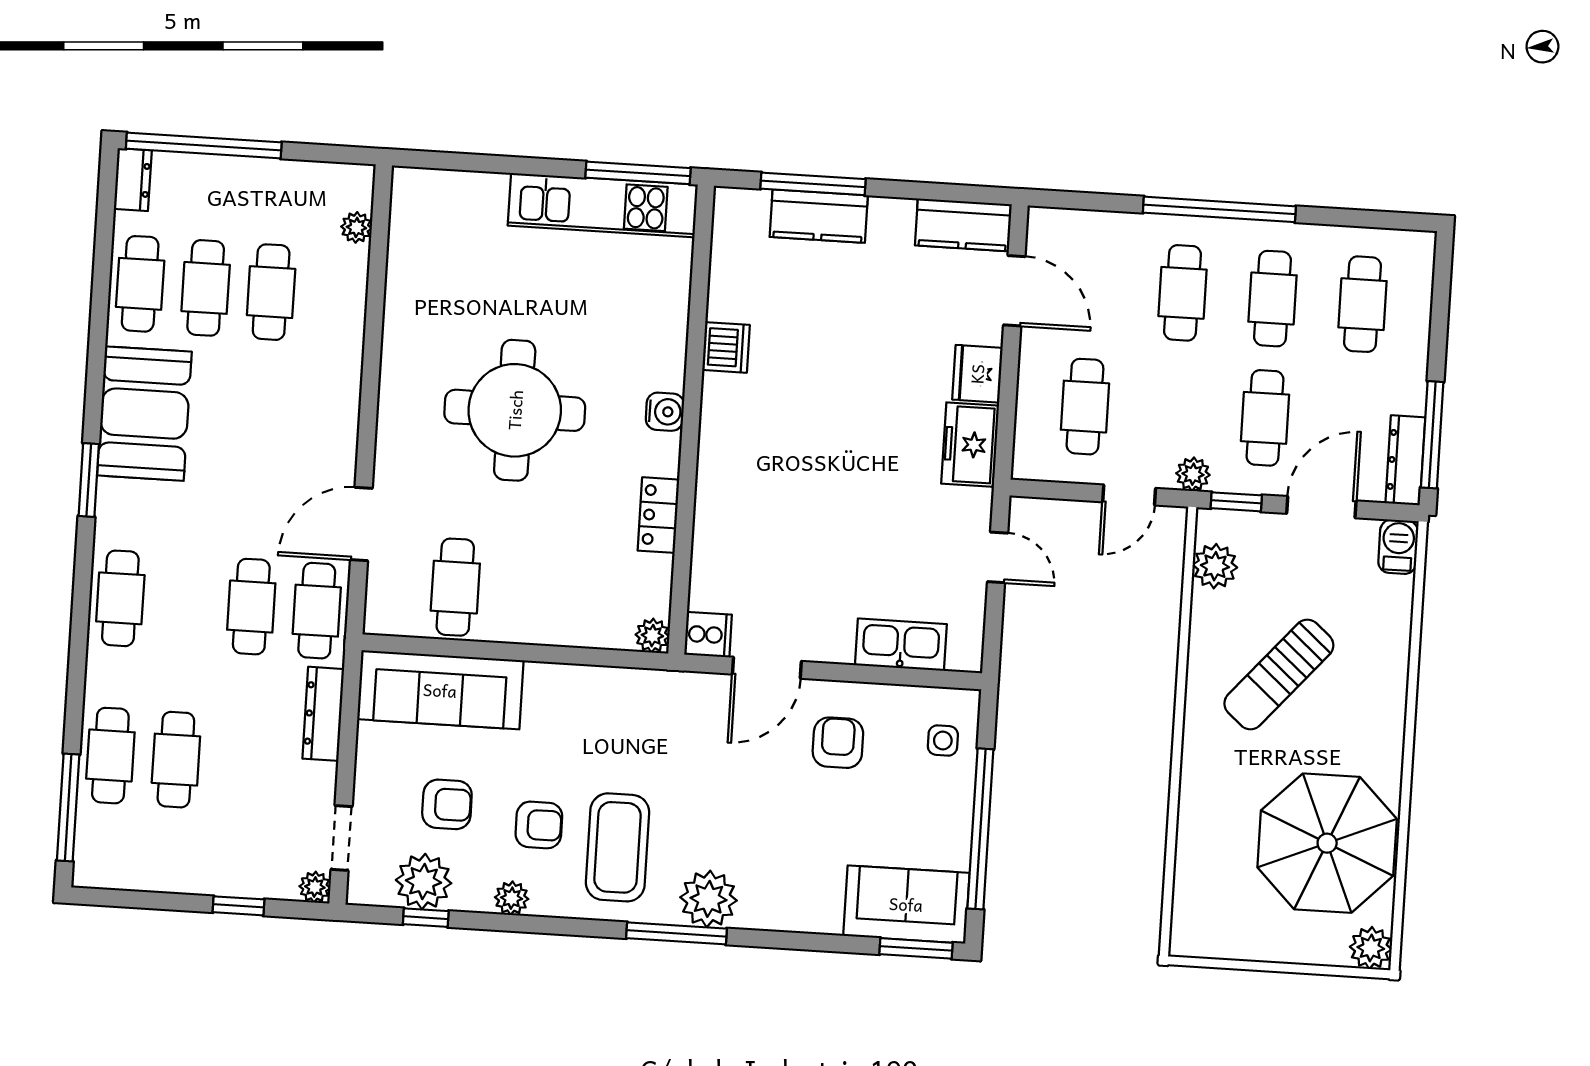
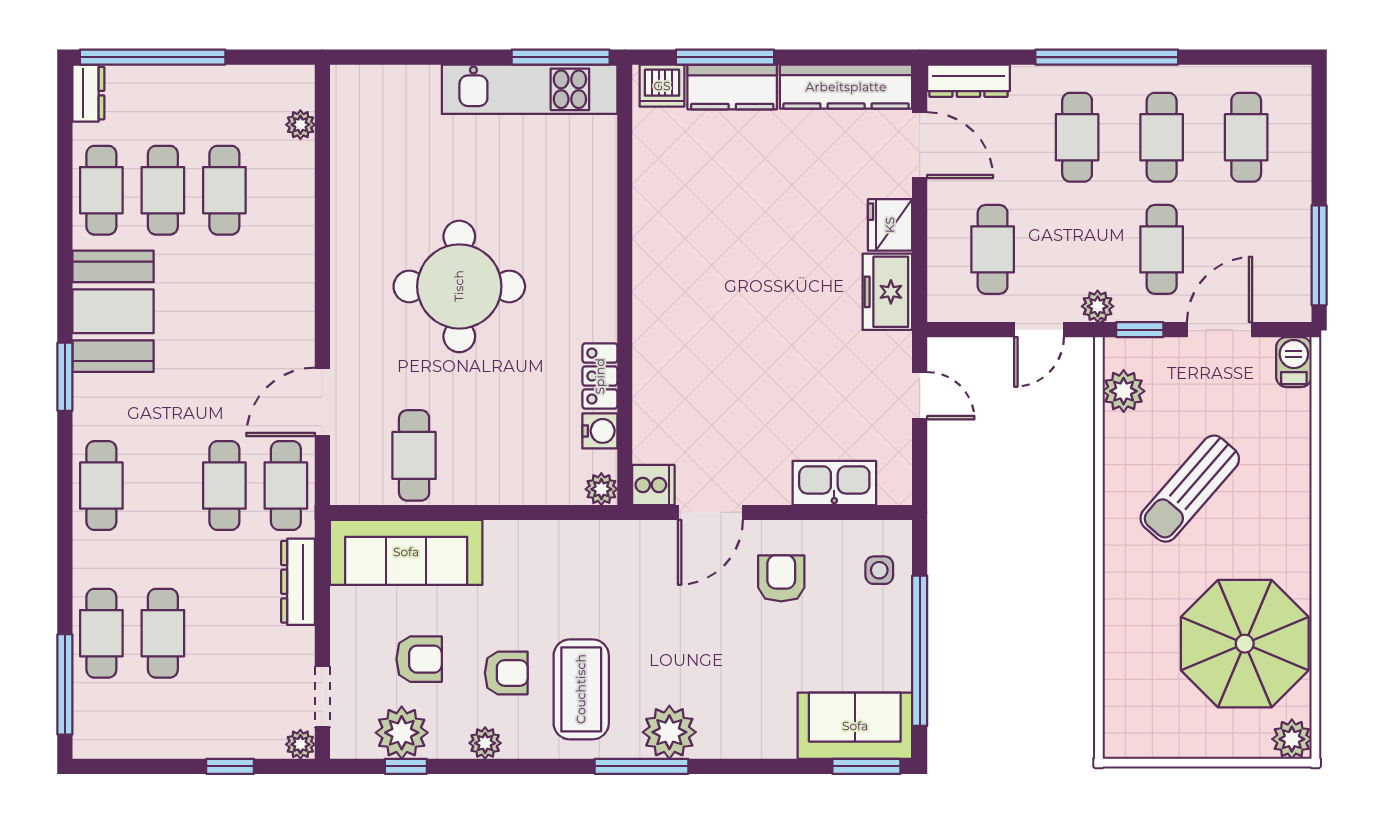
kitchen counter: (963, 225) -> (846, 87), width x1.50
dishwasher: (726, 347) -> (662, 86), moved, turned 90
water cooler: (665, 412) -> (600, 431), moved
dresser: (1405, 460) -> (968, 81), moved, turned -90

